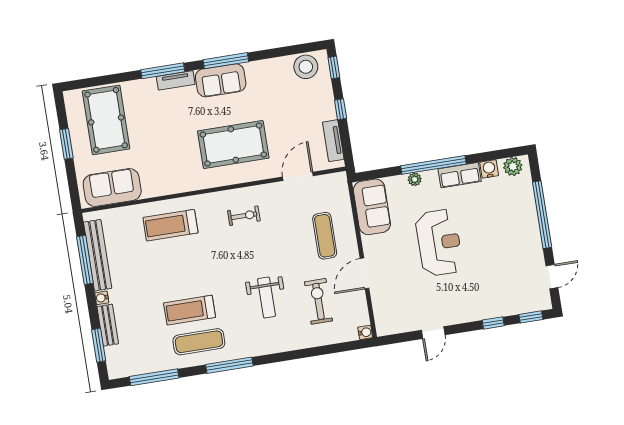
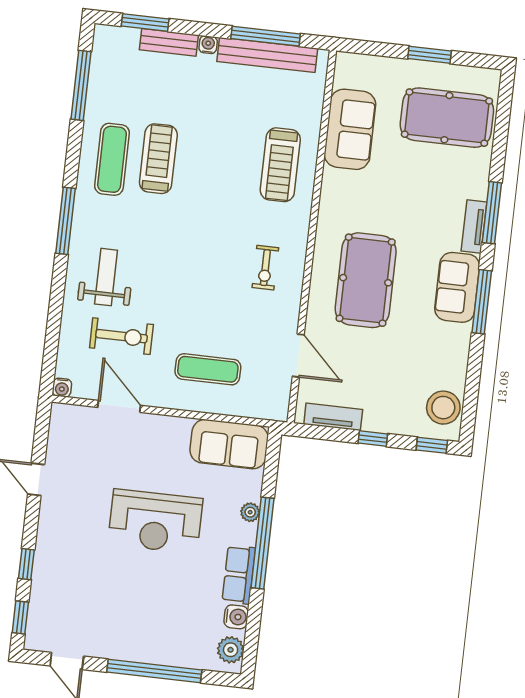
sofa: (112, 187) -> (350, 129), moved
treadmill: (170, 225) -> (280, 165), turned 180
door: (365, 273) -> (119, 406), moved
weight bench: (267, 298) -> (106, 277), moved, turned 90
window: (229, 365) -> (65, 221), moved

